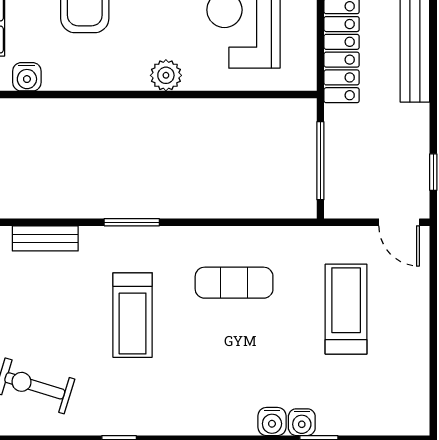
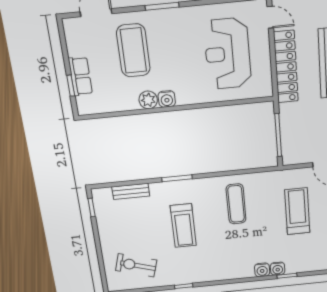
plant: (166, 75) -> (148, 100), moved
water cooler: (27, 77) -> (167, 99), moved
exercise mat: (234, 283) -> (236, 204), turned 90

